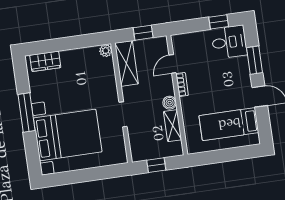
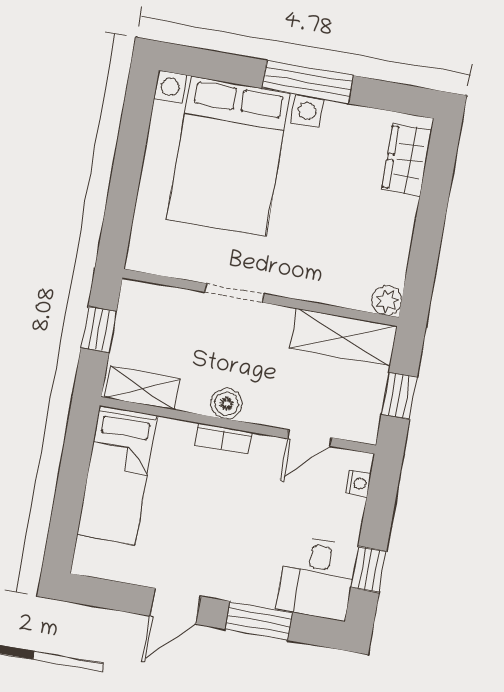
nightstand: (185, 38) -> (358, 483), added
door: (173, 64) -> (309, 438), swing flipped
bookcase: (182, 85) -> (223, 438), moved
bed: (229, 124) -> (117, 475), moved, turned 180
shelving: (173, 126) -> (142, 388), moved

